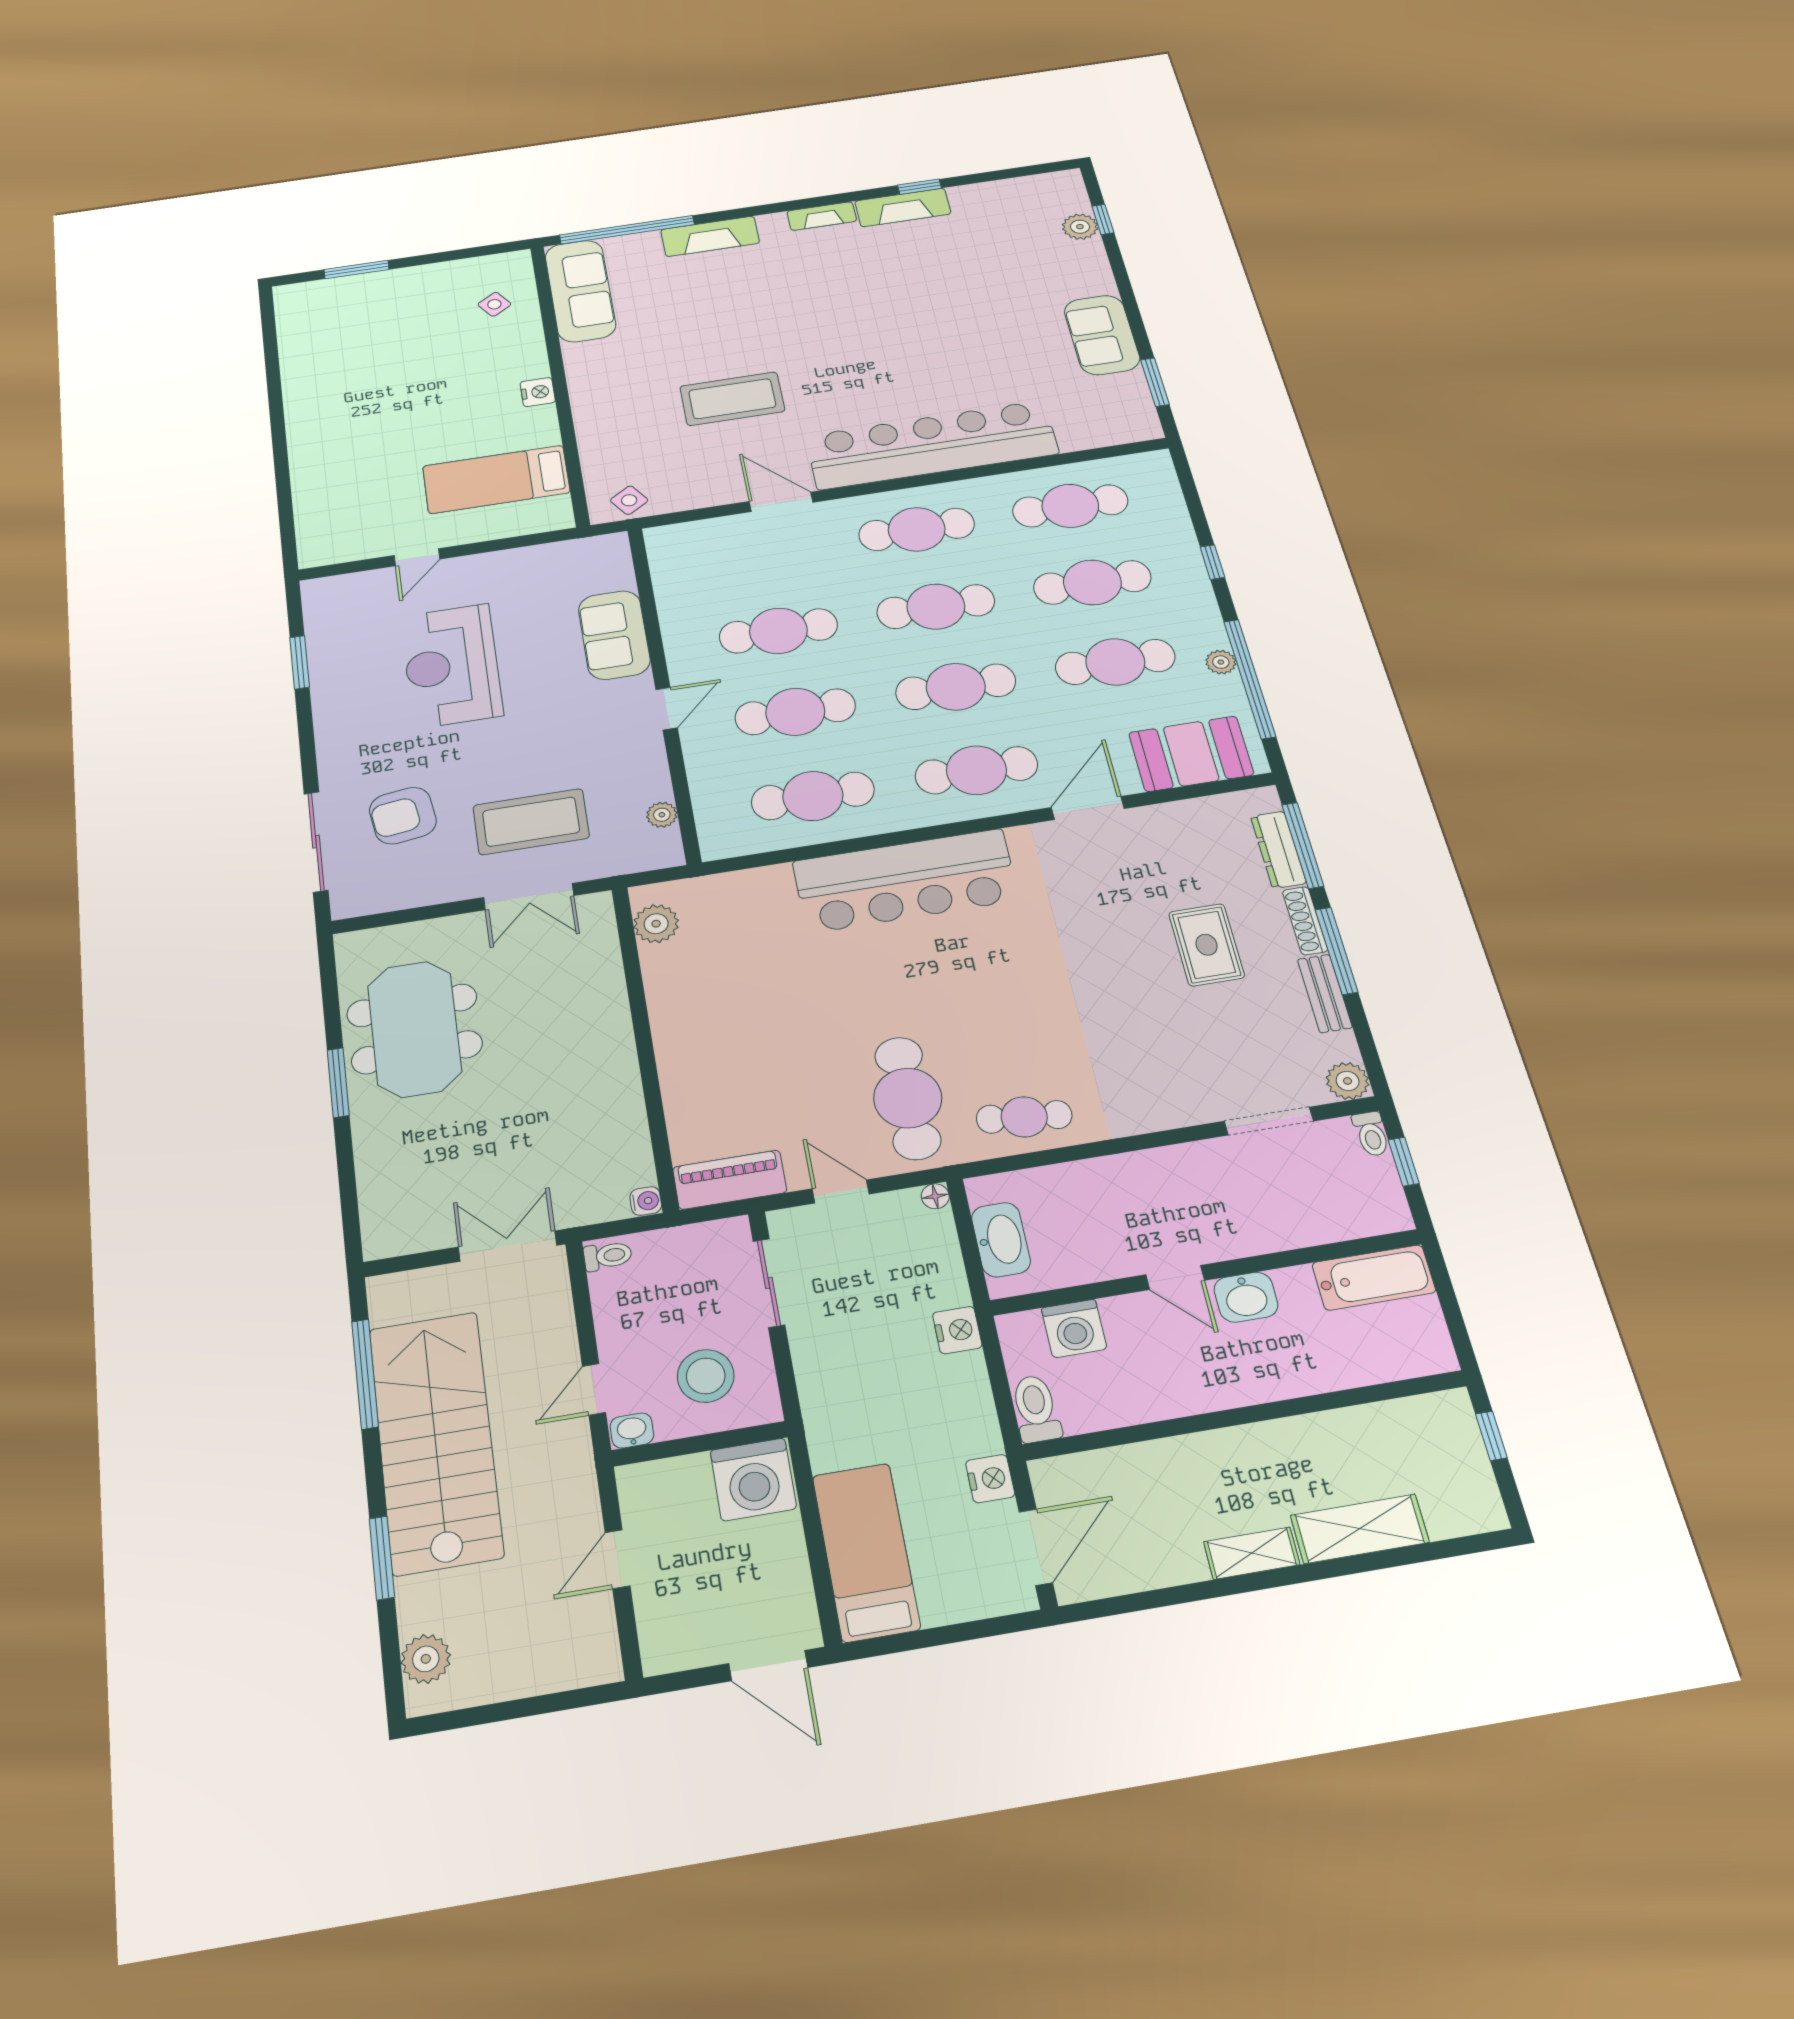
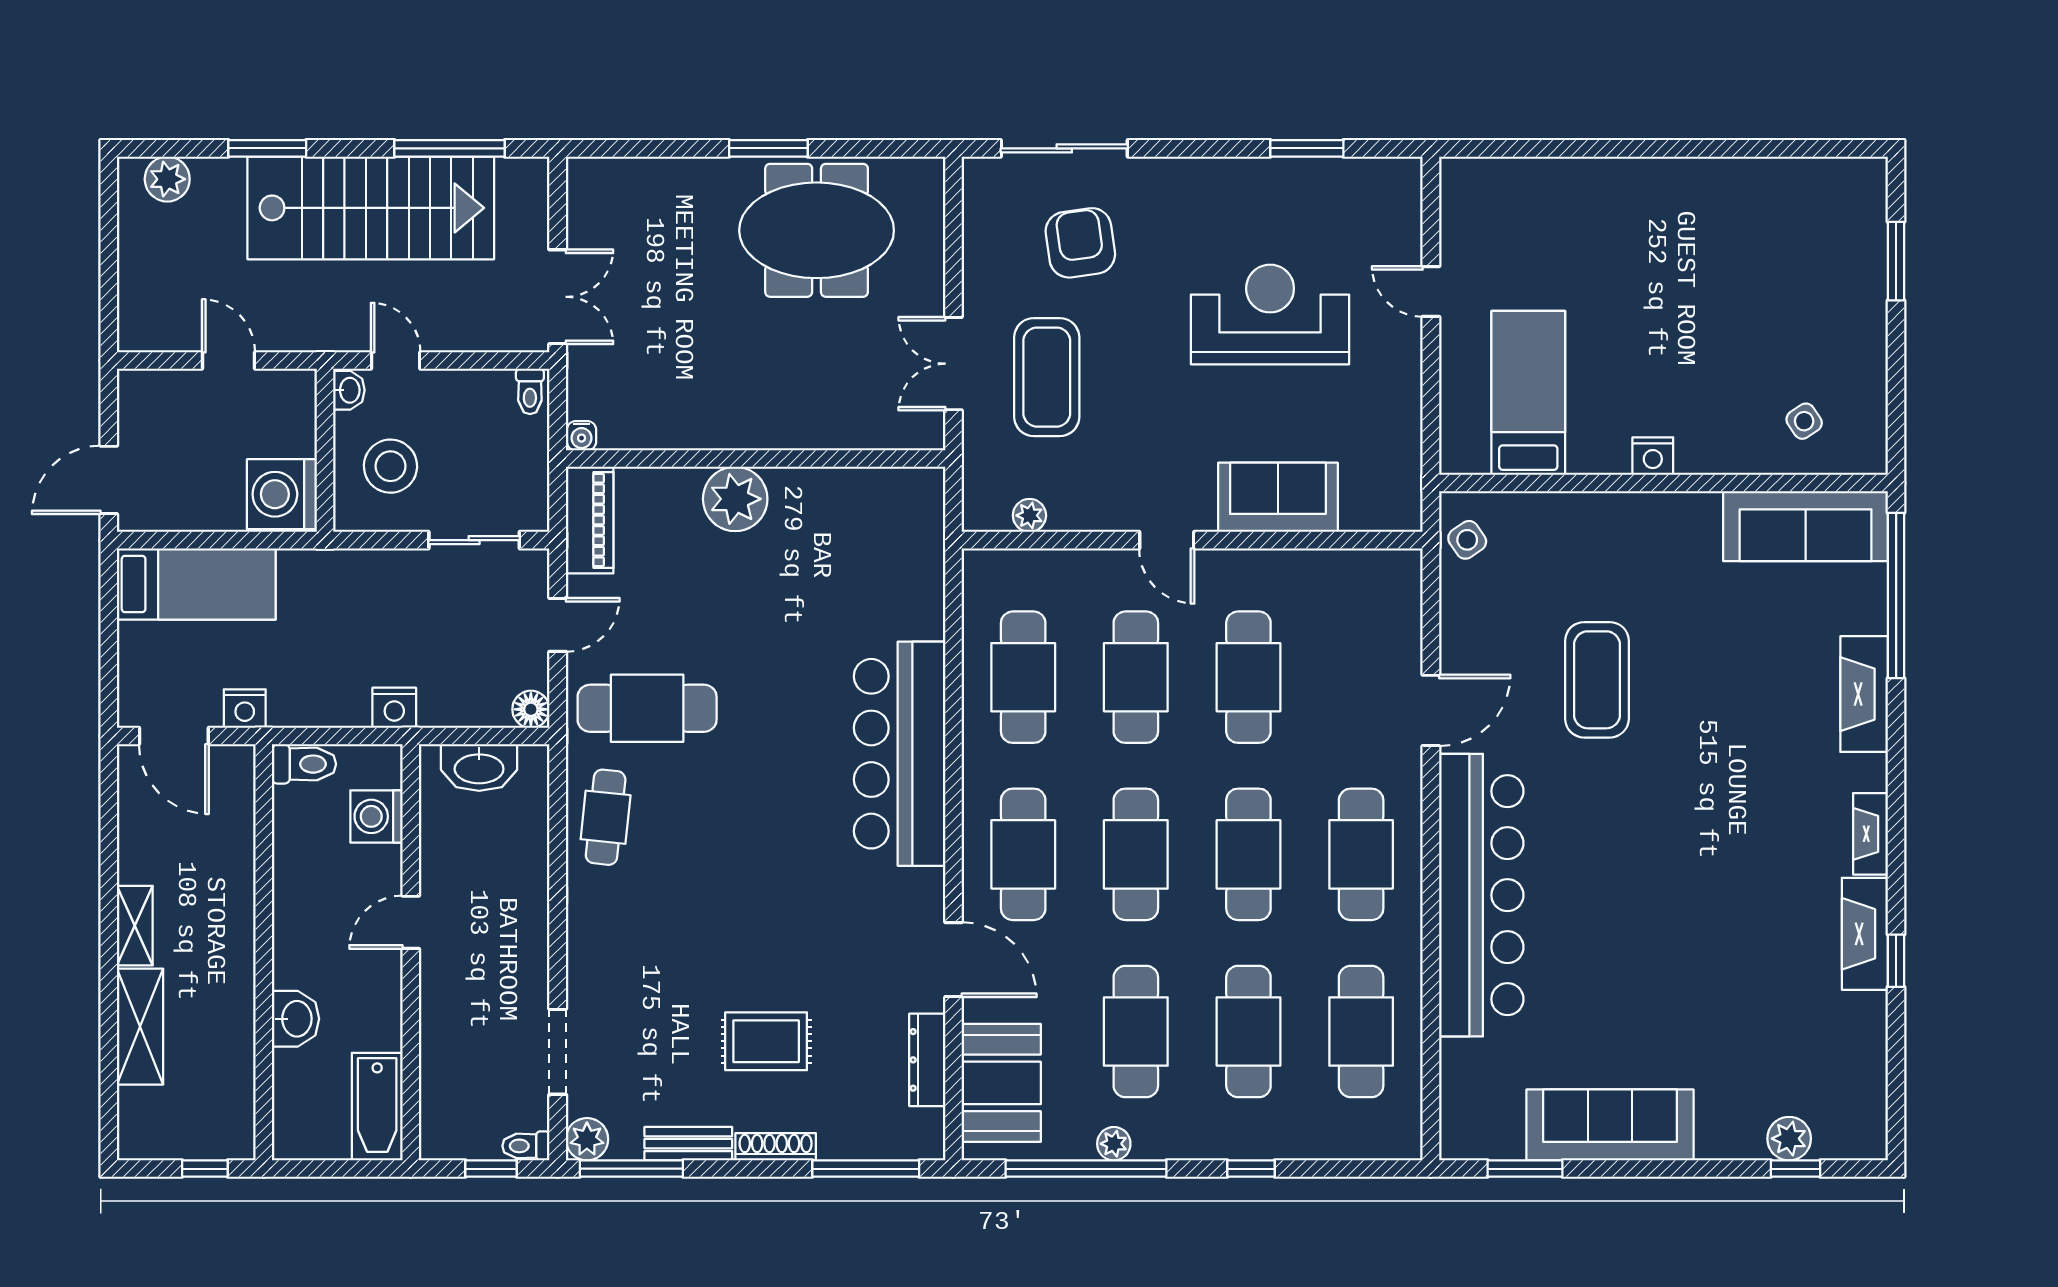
sofa: (1102, 335) -> (1610, 1125), width x1.36
dresser: (1278, 850) -> (927, 1060), moved, turned -90
plant: (656, 924) -> (735, 499), moved, width x1.36, depth x1.36
window: (1336, 951) -> (631, 1169), moved
floor lamp: (935, 1196) -> (531, 709), width x1.37, depth x1.37
washbasin: (1246, 1297) -> (295, 1019), moved, turned 180

